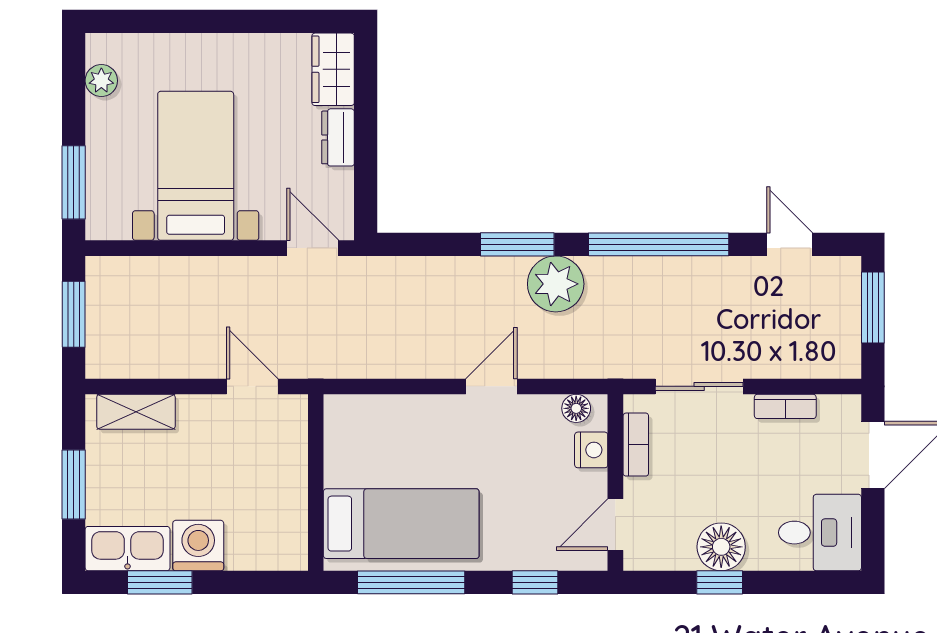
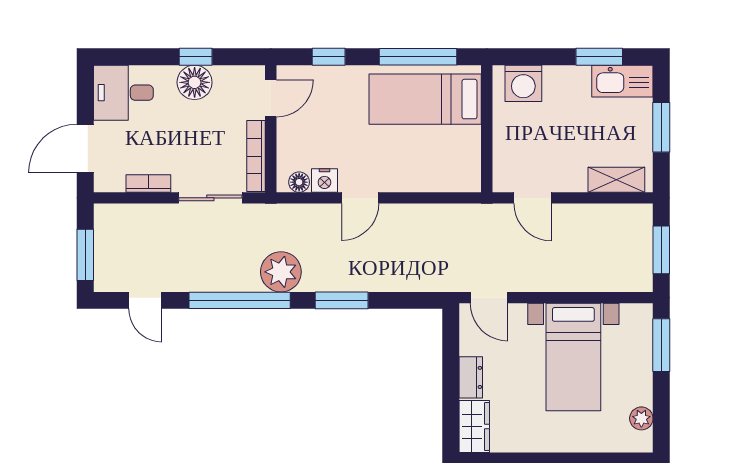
plant: (556, 284) -> (281, 272), moved
bookcase: (636, 445) -> (256, 156), width x1.56
nightstand: (591, 450) -> (324, 181), moved, turned -90
washing machine: (198, 546) -> (523, 83), moved

